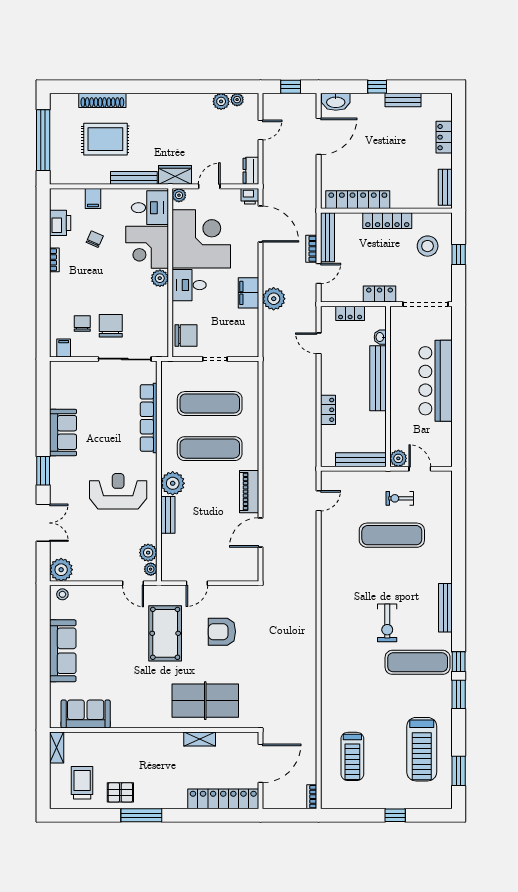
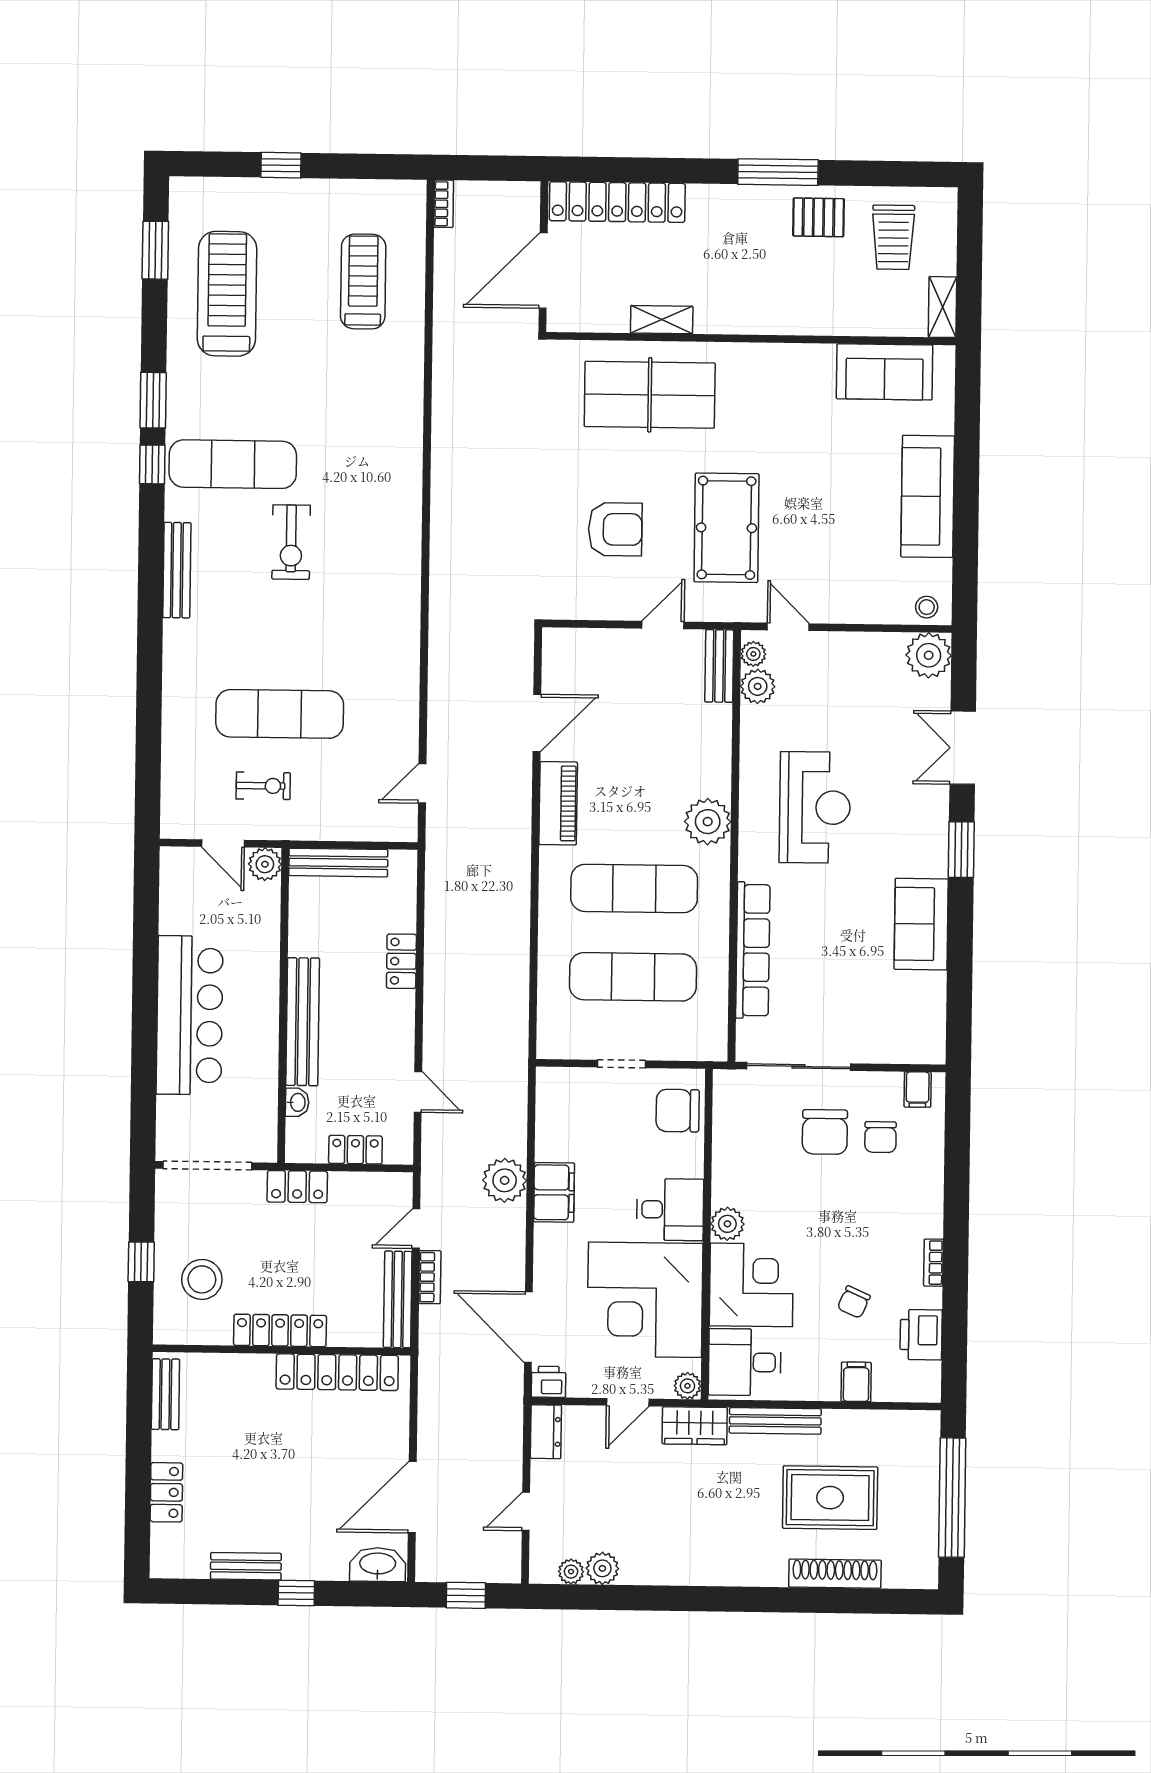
reception desk: (118, 491) -> (815, 807), turned -90
bench: (168, 515) -> (719, 666), moved
exercise bike: (387, 623) -> (291, 542), turned 180

